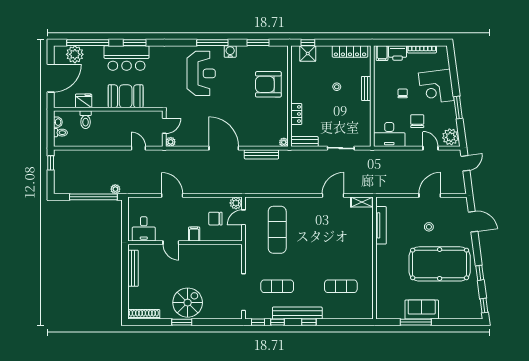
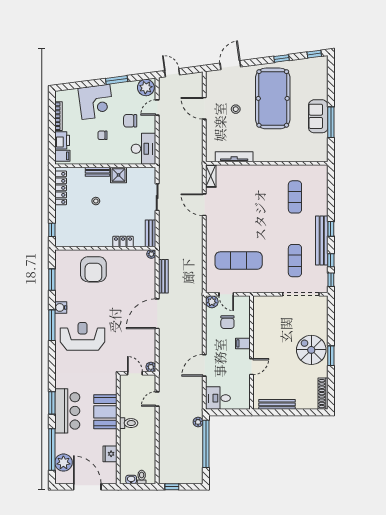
shower: (308, 54) -> (119, 175), moved
toilet: (86, 120) -> (129, 423), moved
desk: (144, 229) -> (218, 398), moved, turned 180

